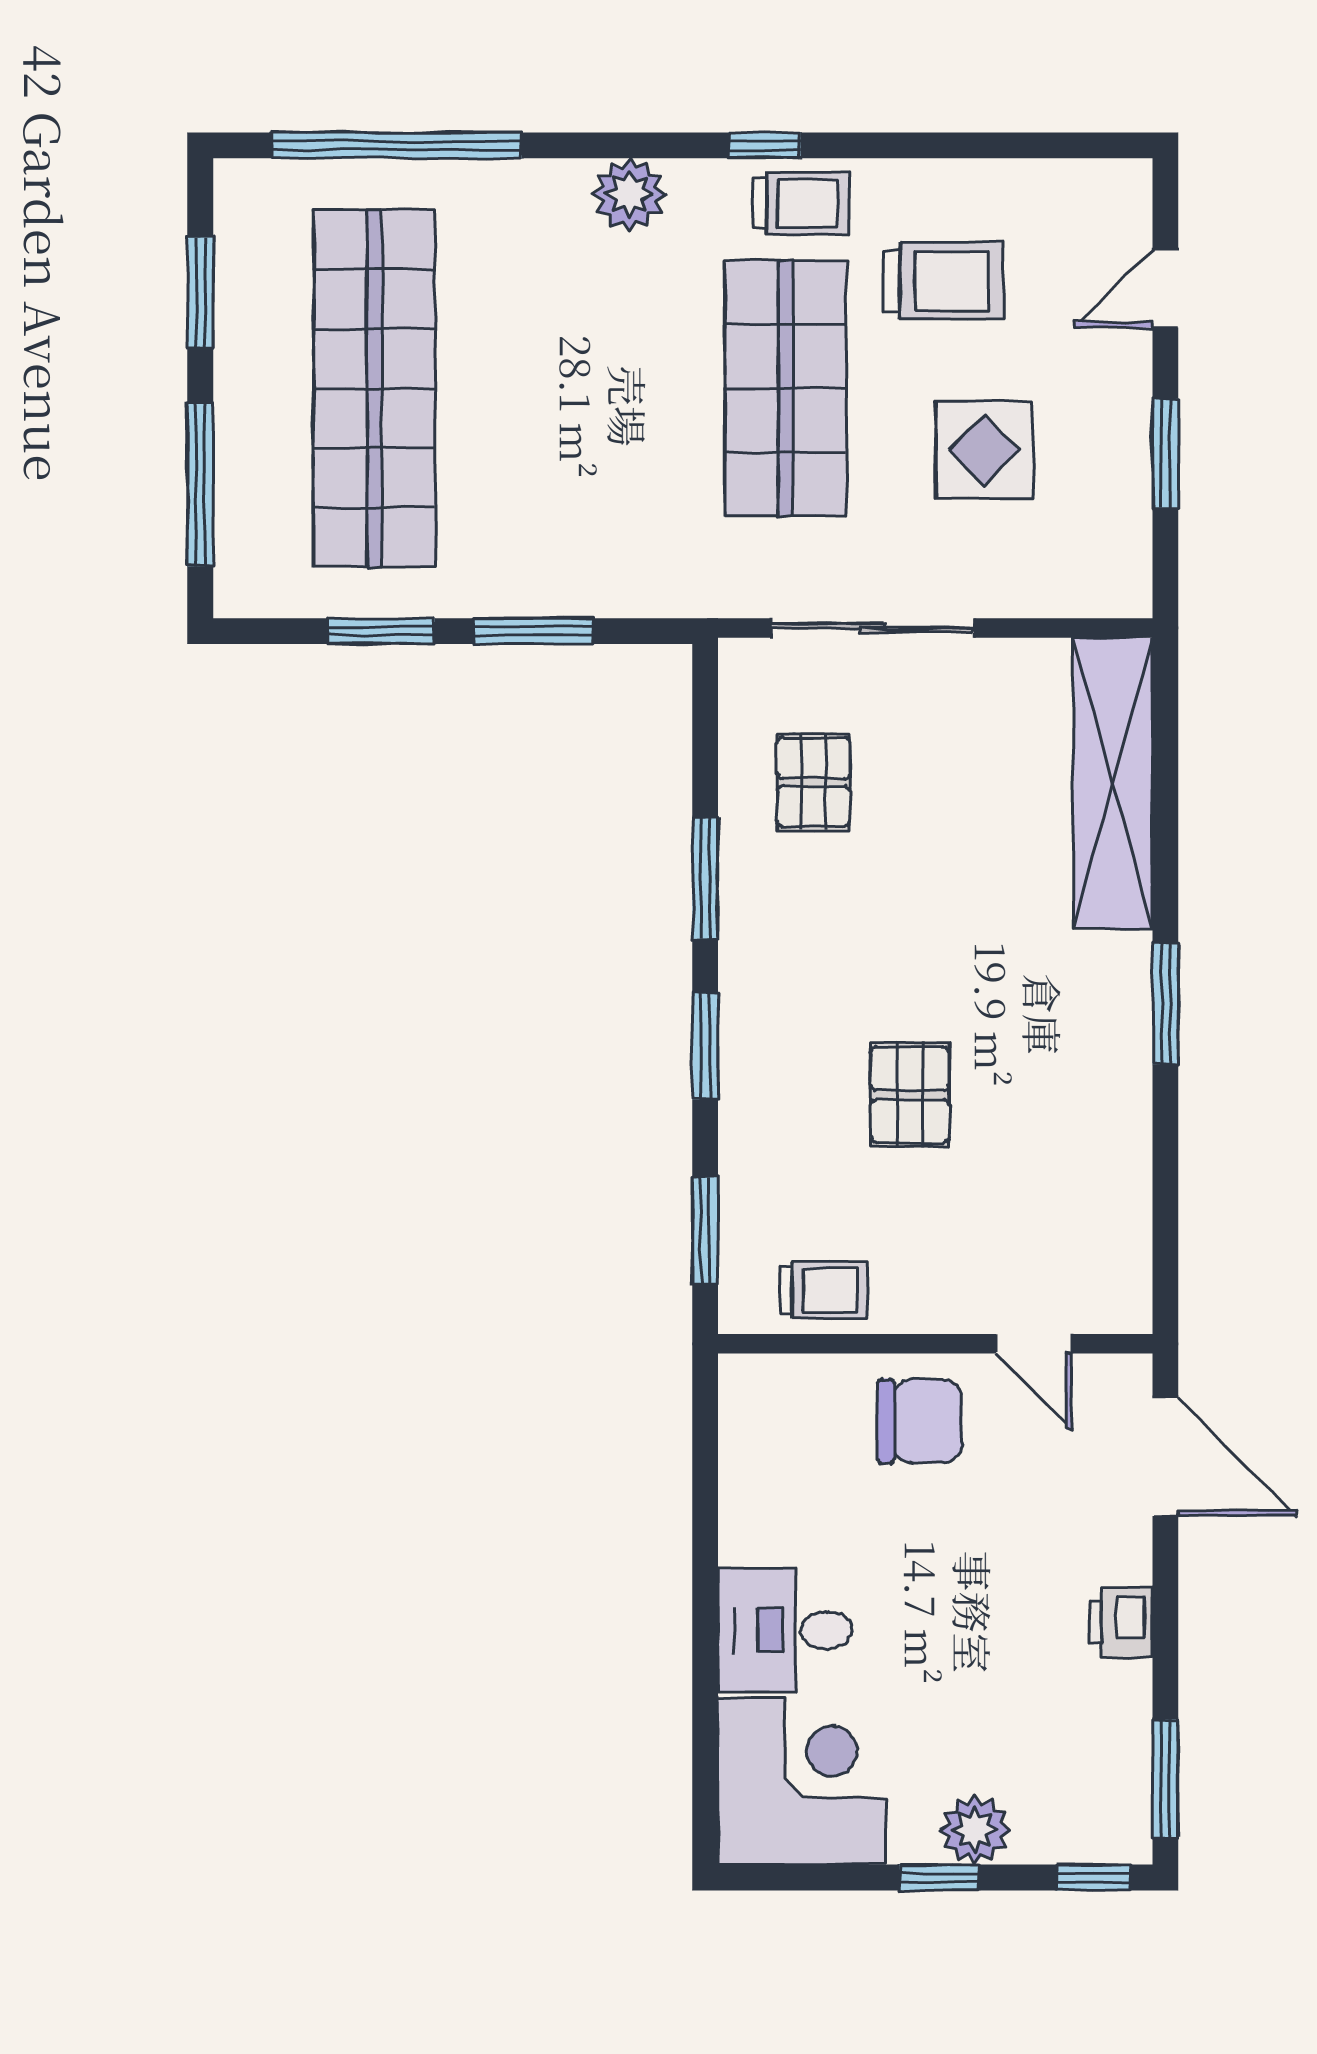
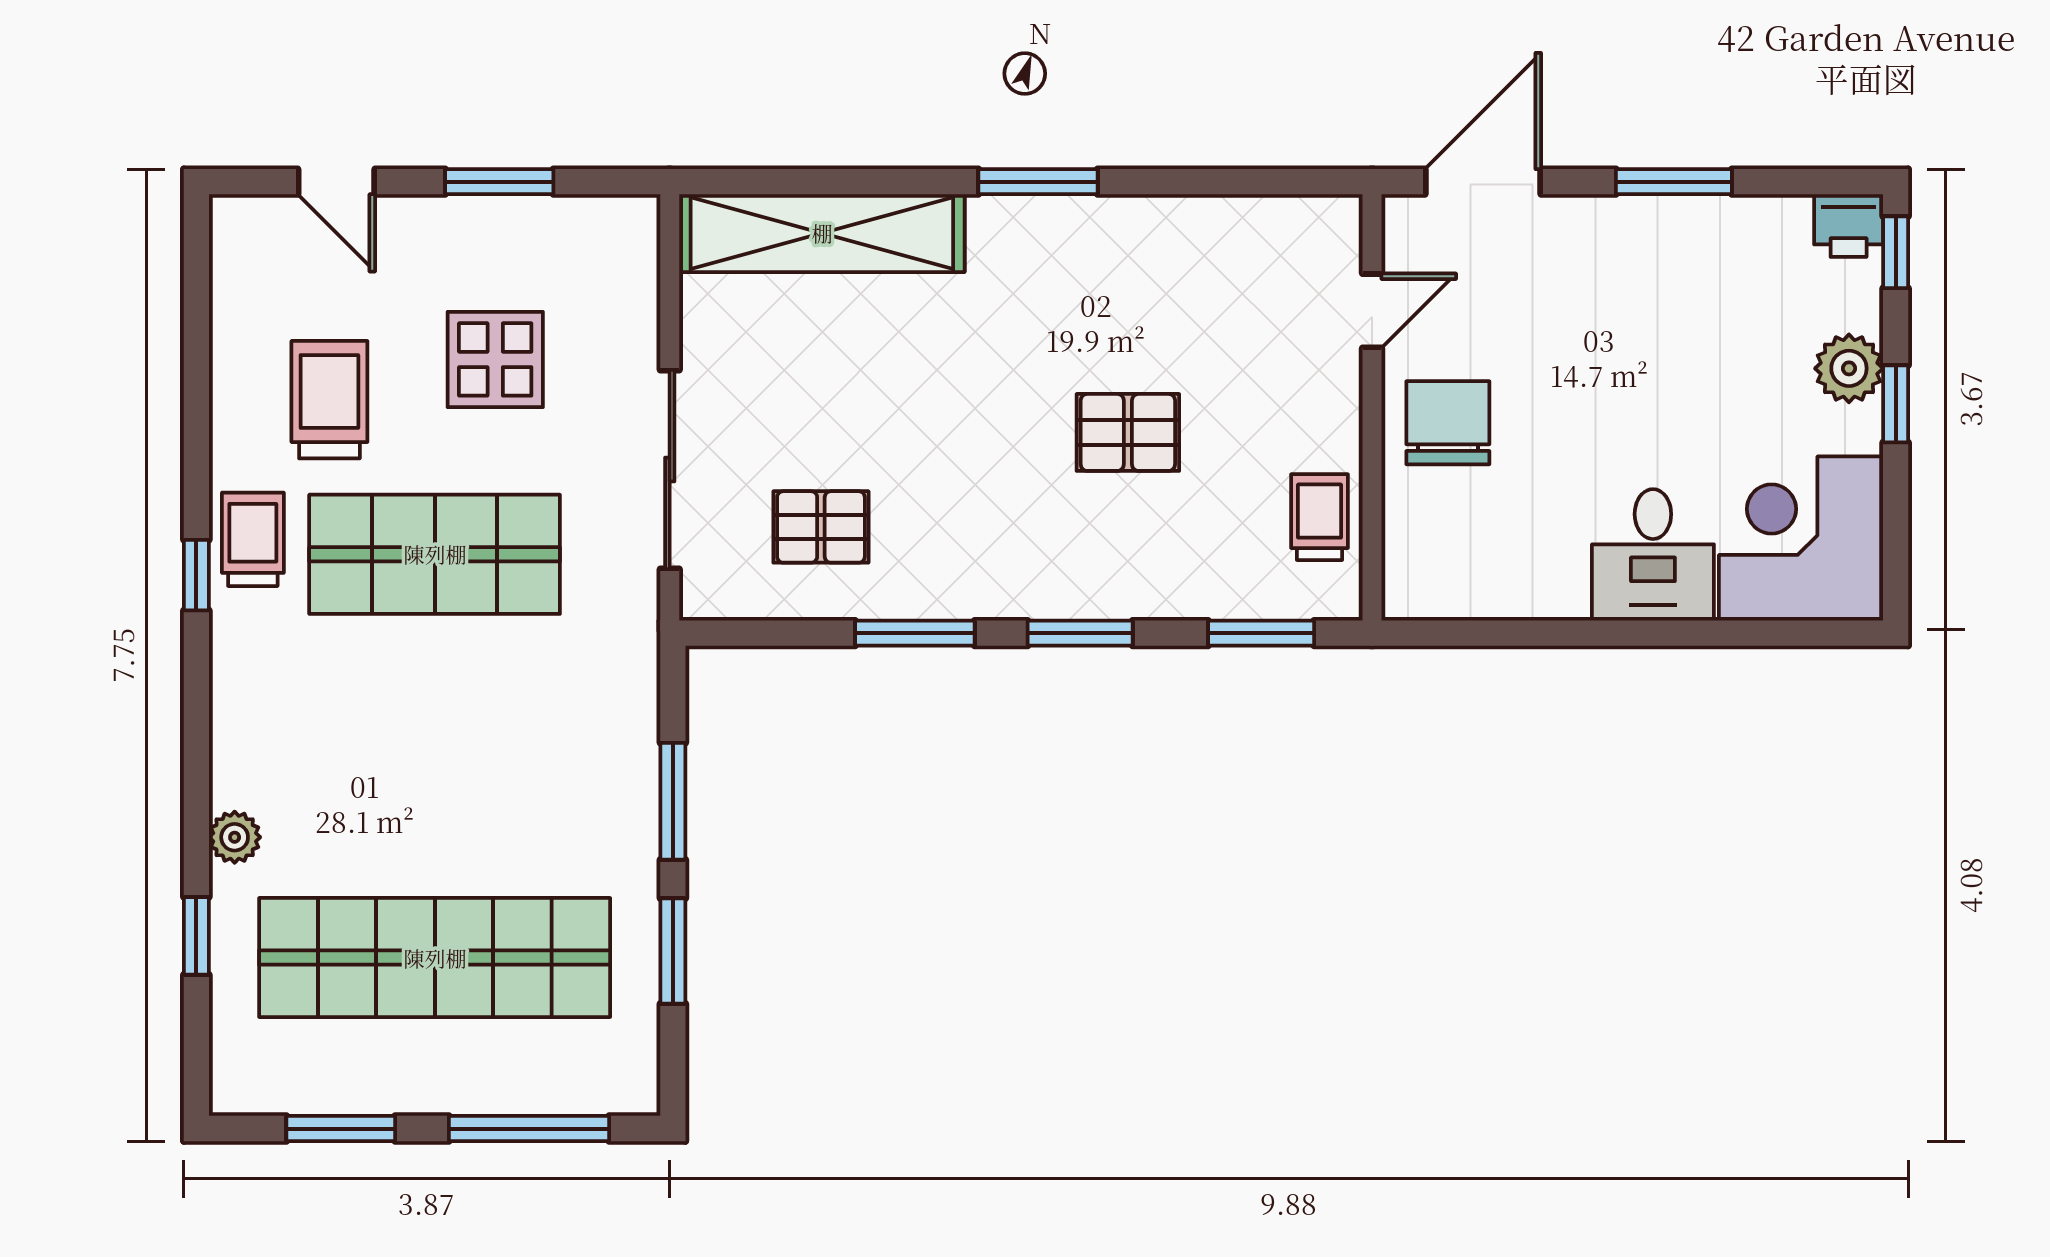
window: (397, 145) -> (196, 936), width x0.32
plant: (629, 194) -> (235, 837), moved, width x0.73, depth x0.73
printer: (1121, 1622) -> (1849, 226), moved
window: (1165, 1779) -> (1674, 182), moved

